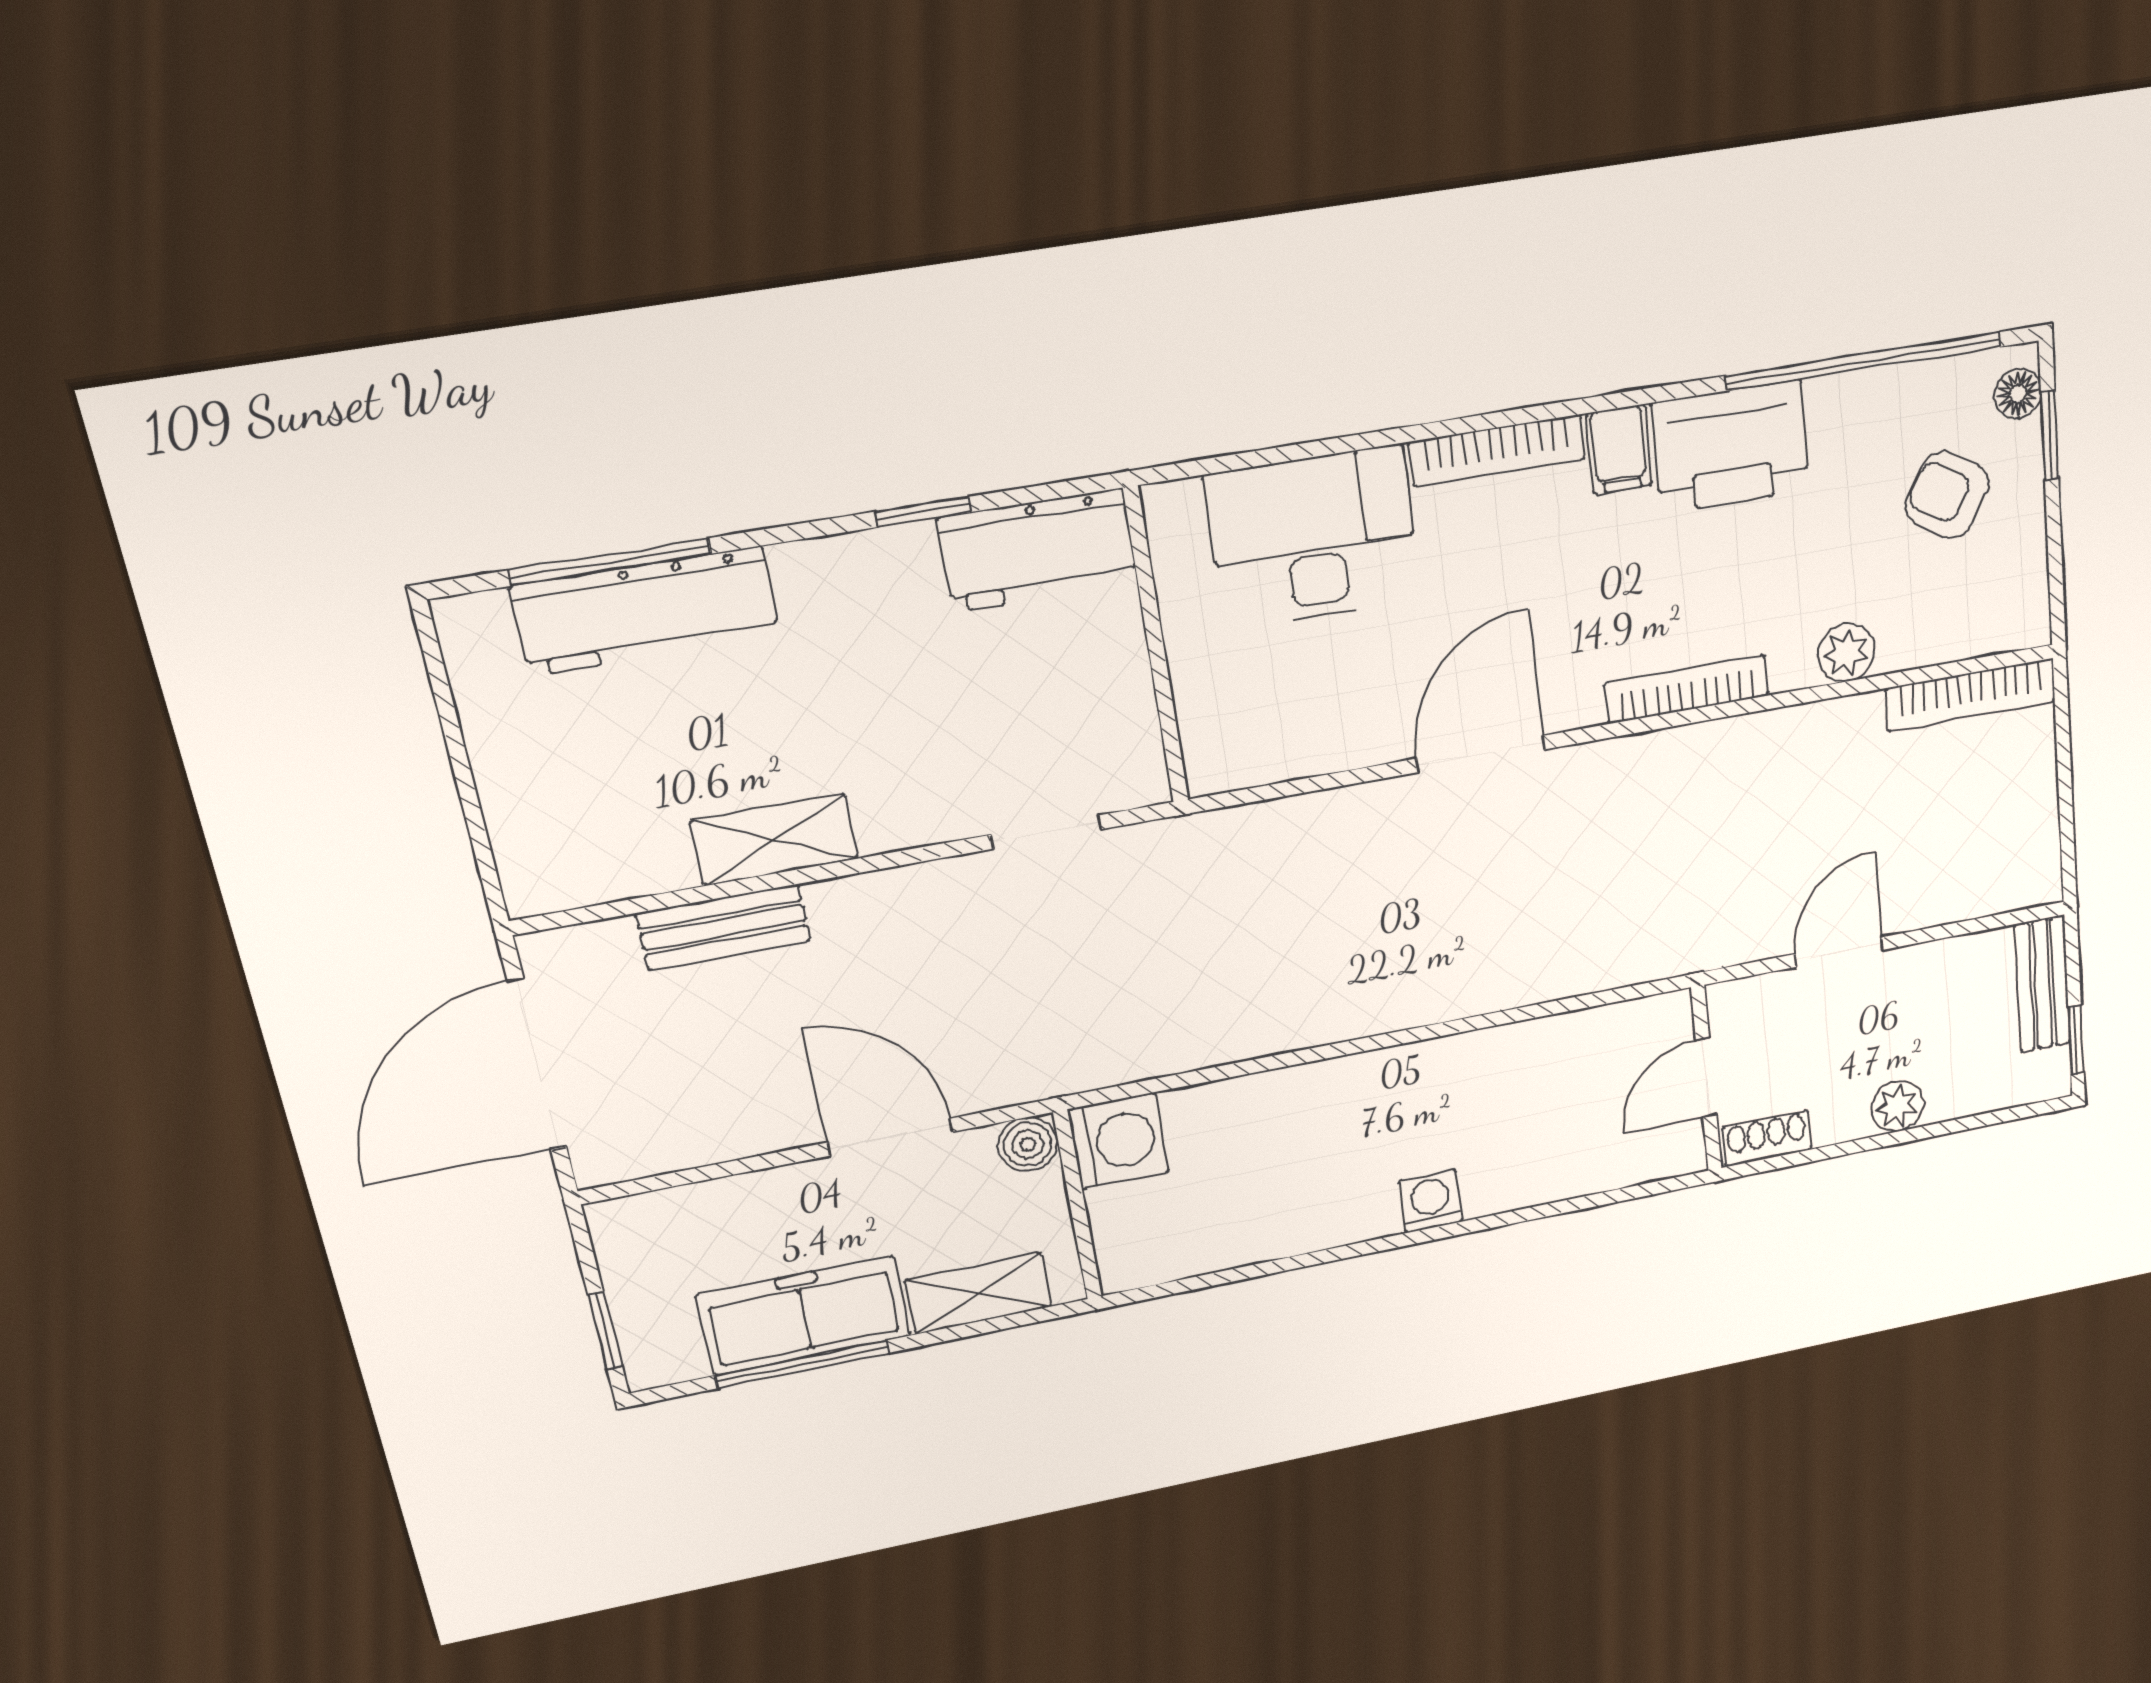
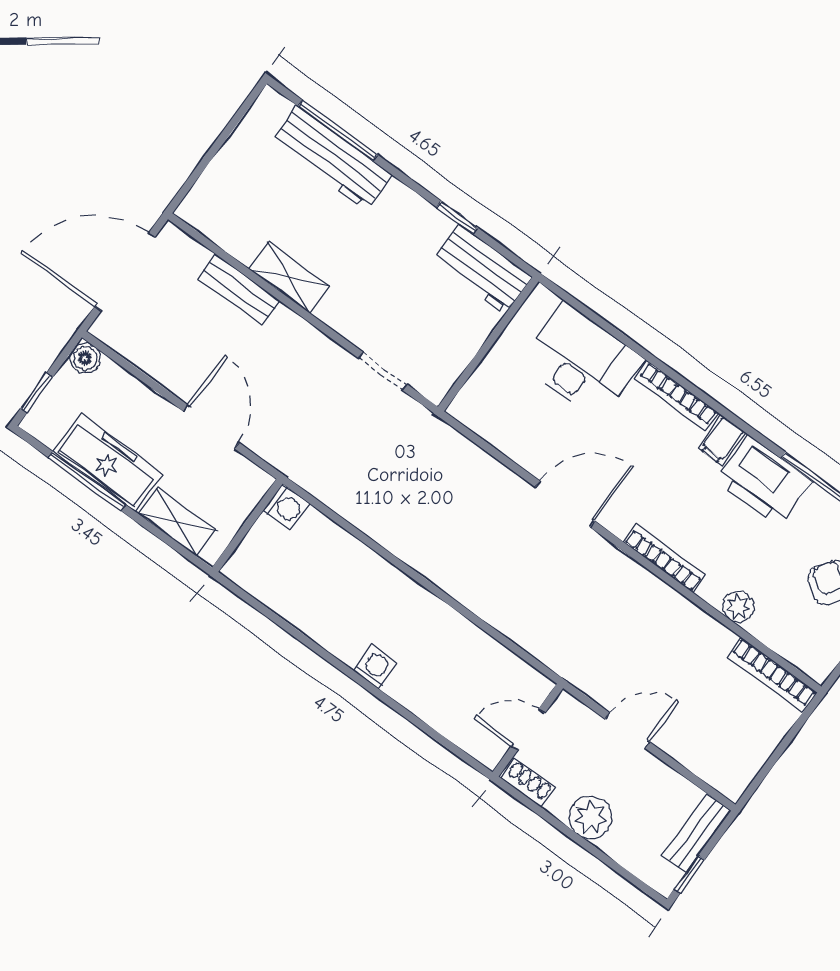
plant: (1897, 1106) -> (590, 818), width x1.38, depth x1.38
washing machine: (1118, 1141) -> (286, 507), width x0.73, depth x0.73
boiler: (1028, 1144) -> (85, 358), moved

